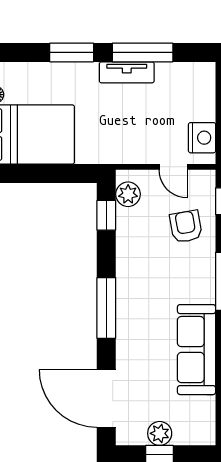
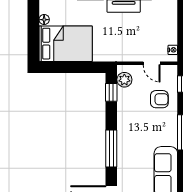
nightstand: (202, 138) -> (173, 50), width x0.53, depth x0.56
armchair: (186, 226) -> (159, 99), turned 100

